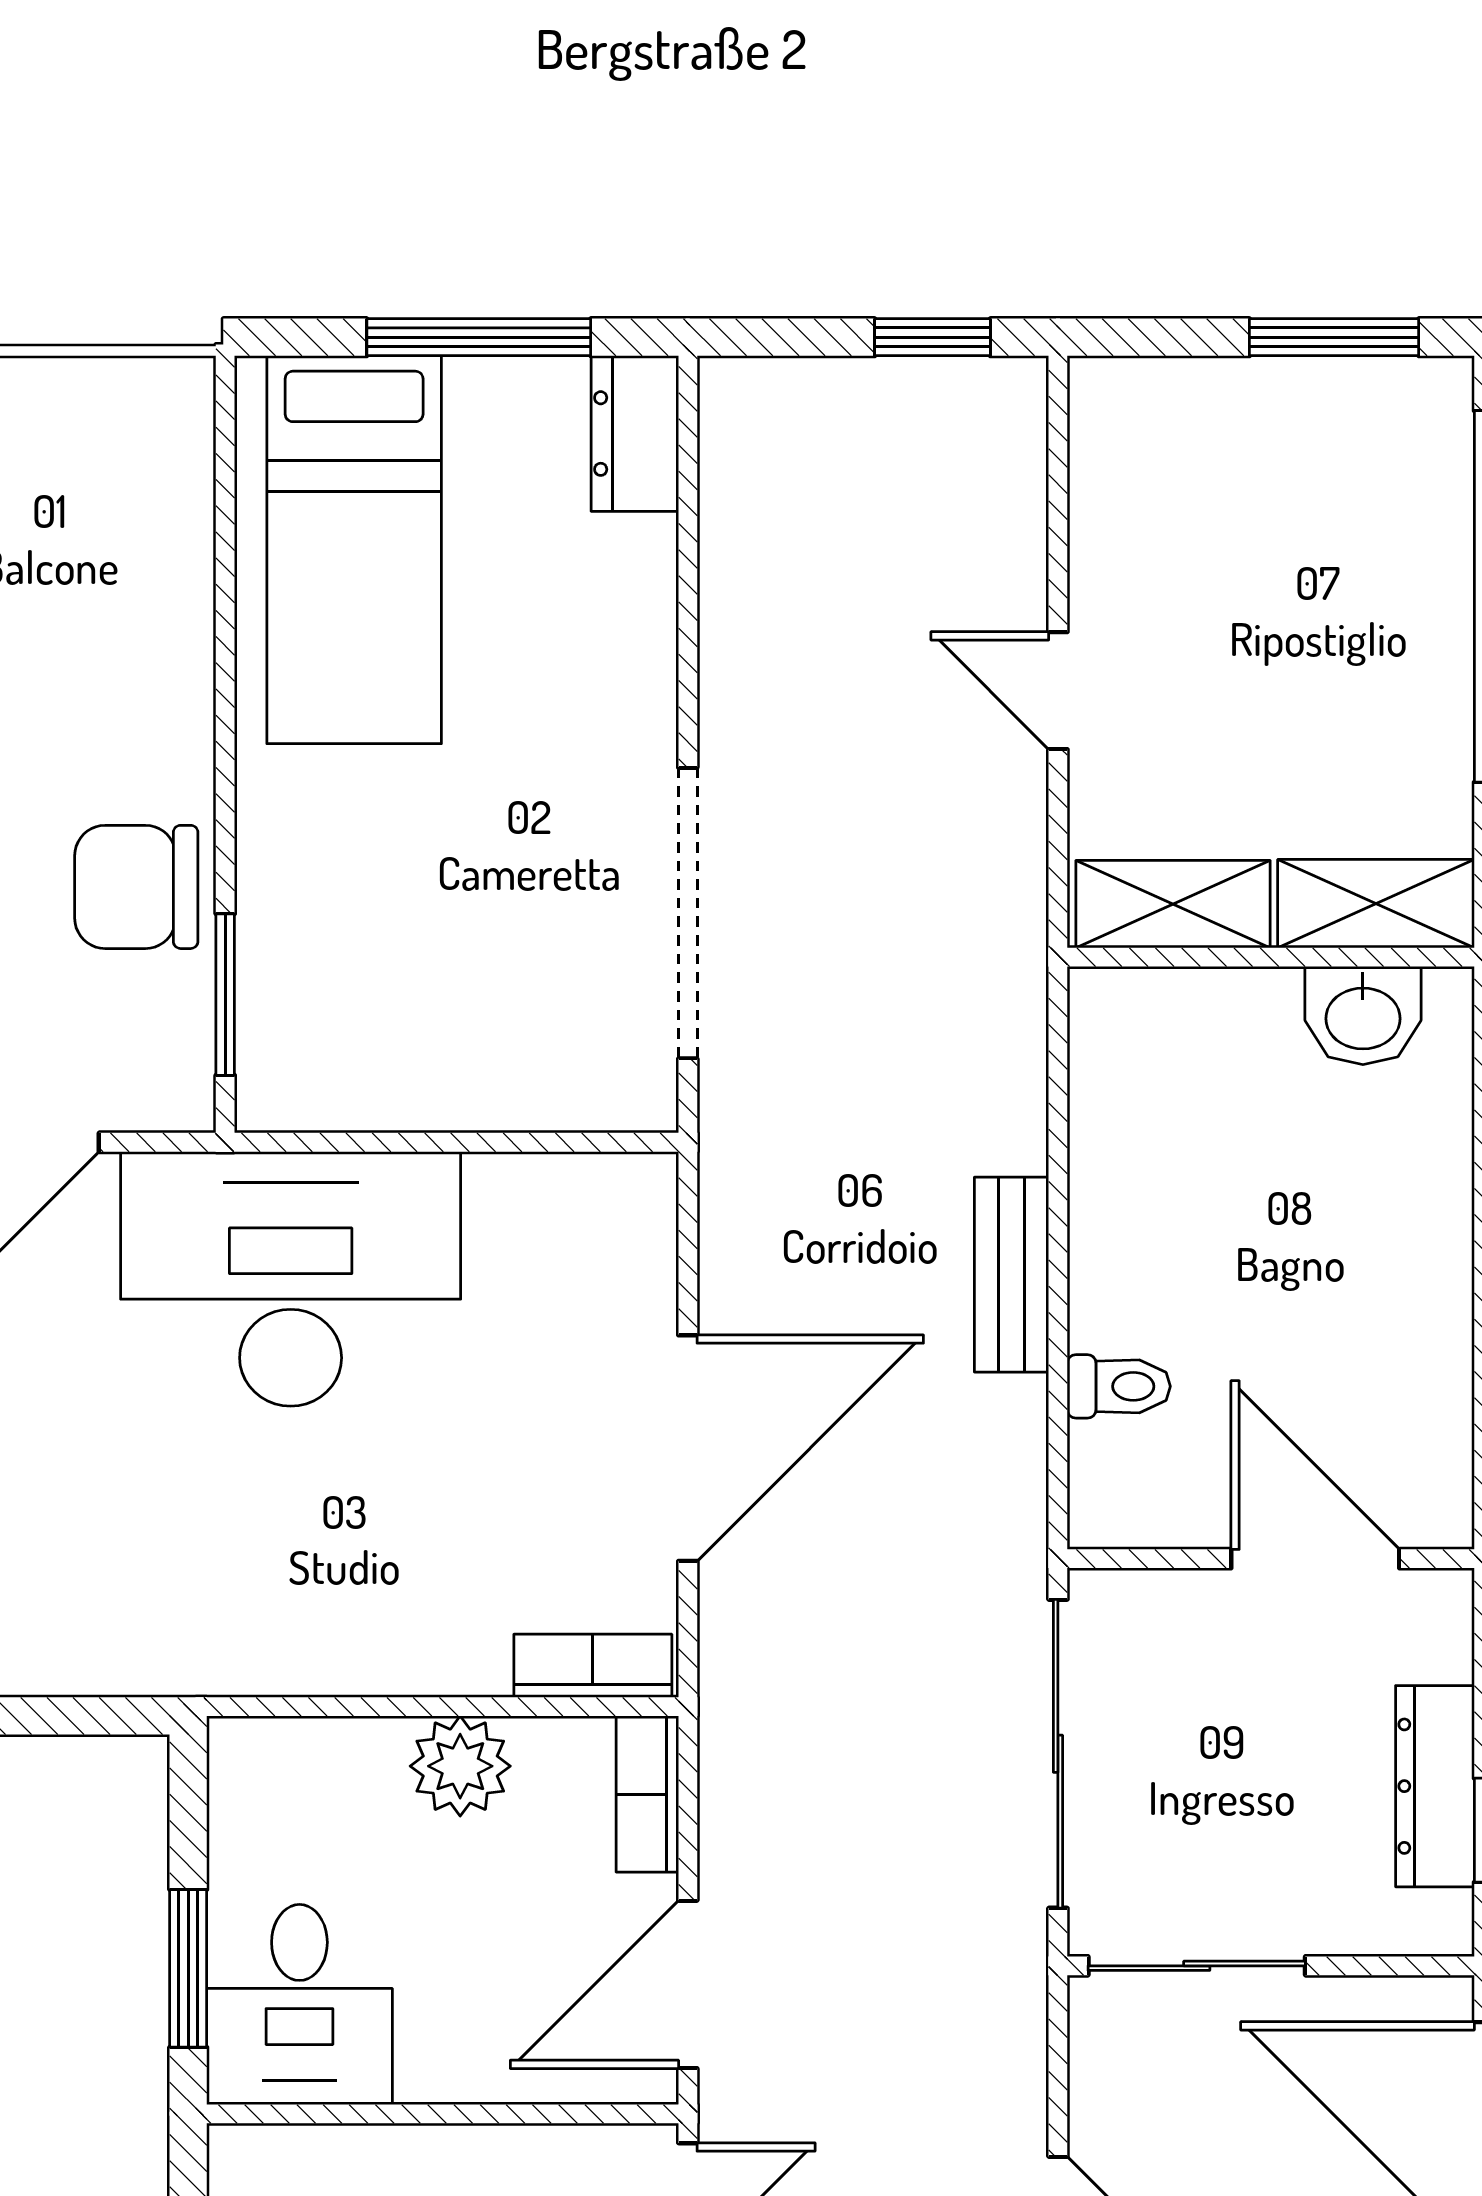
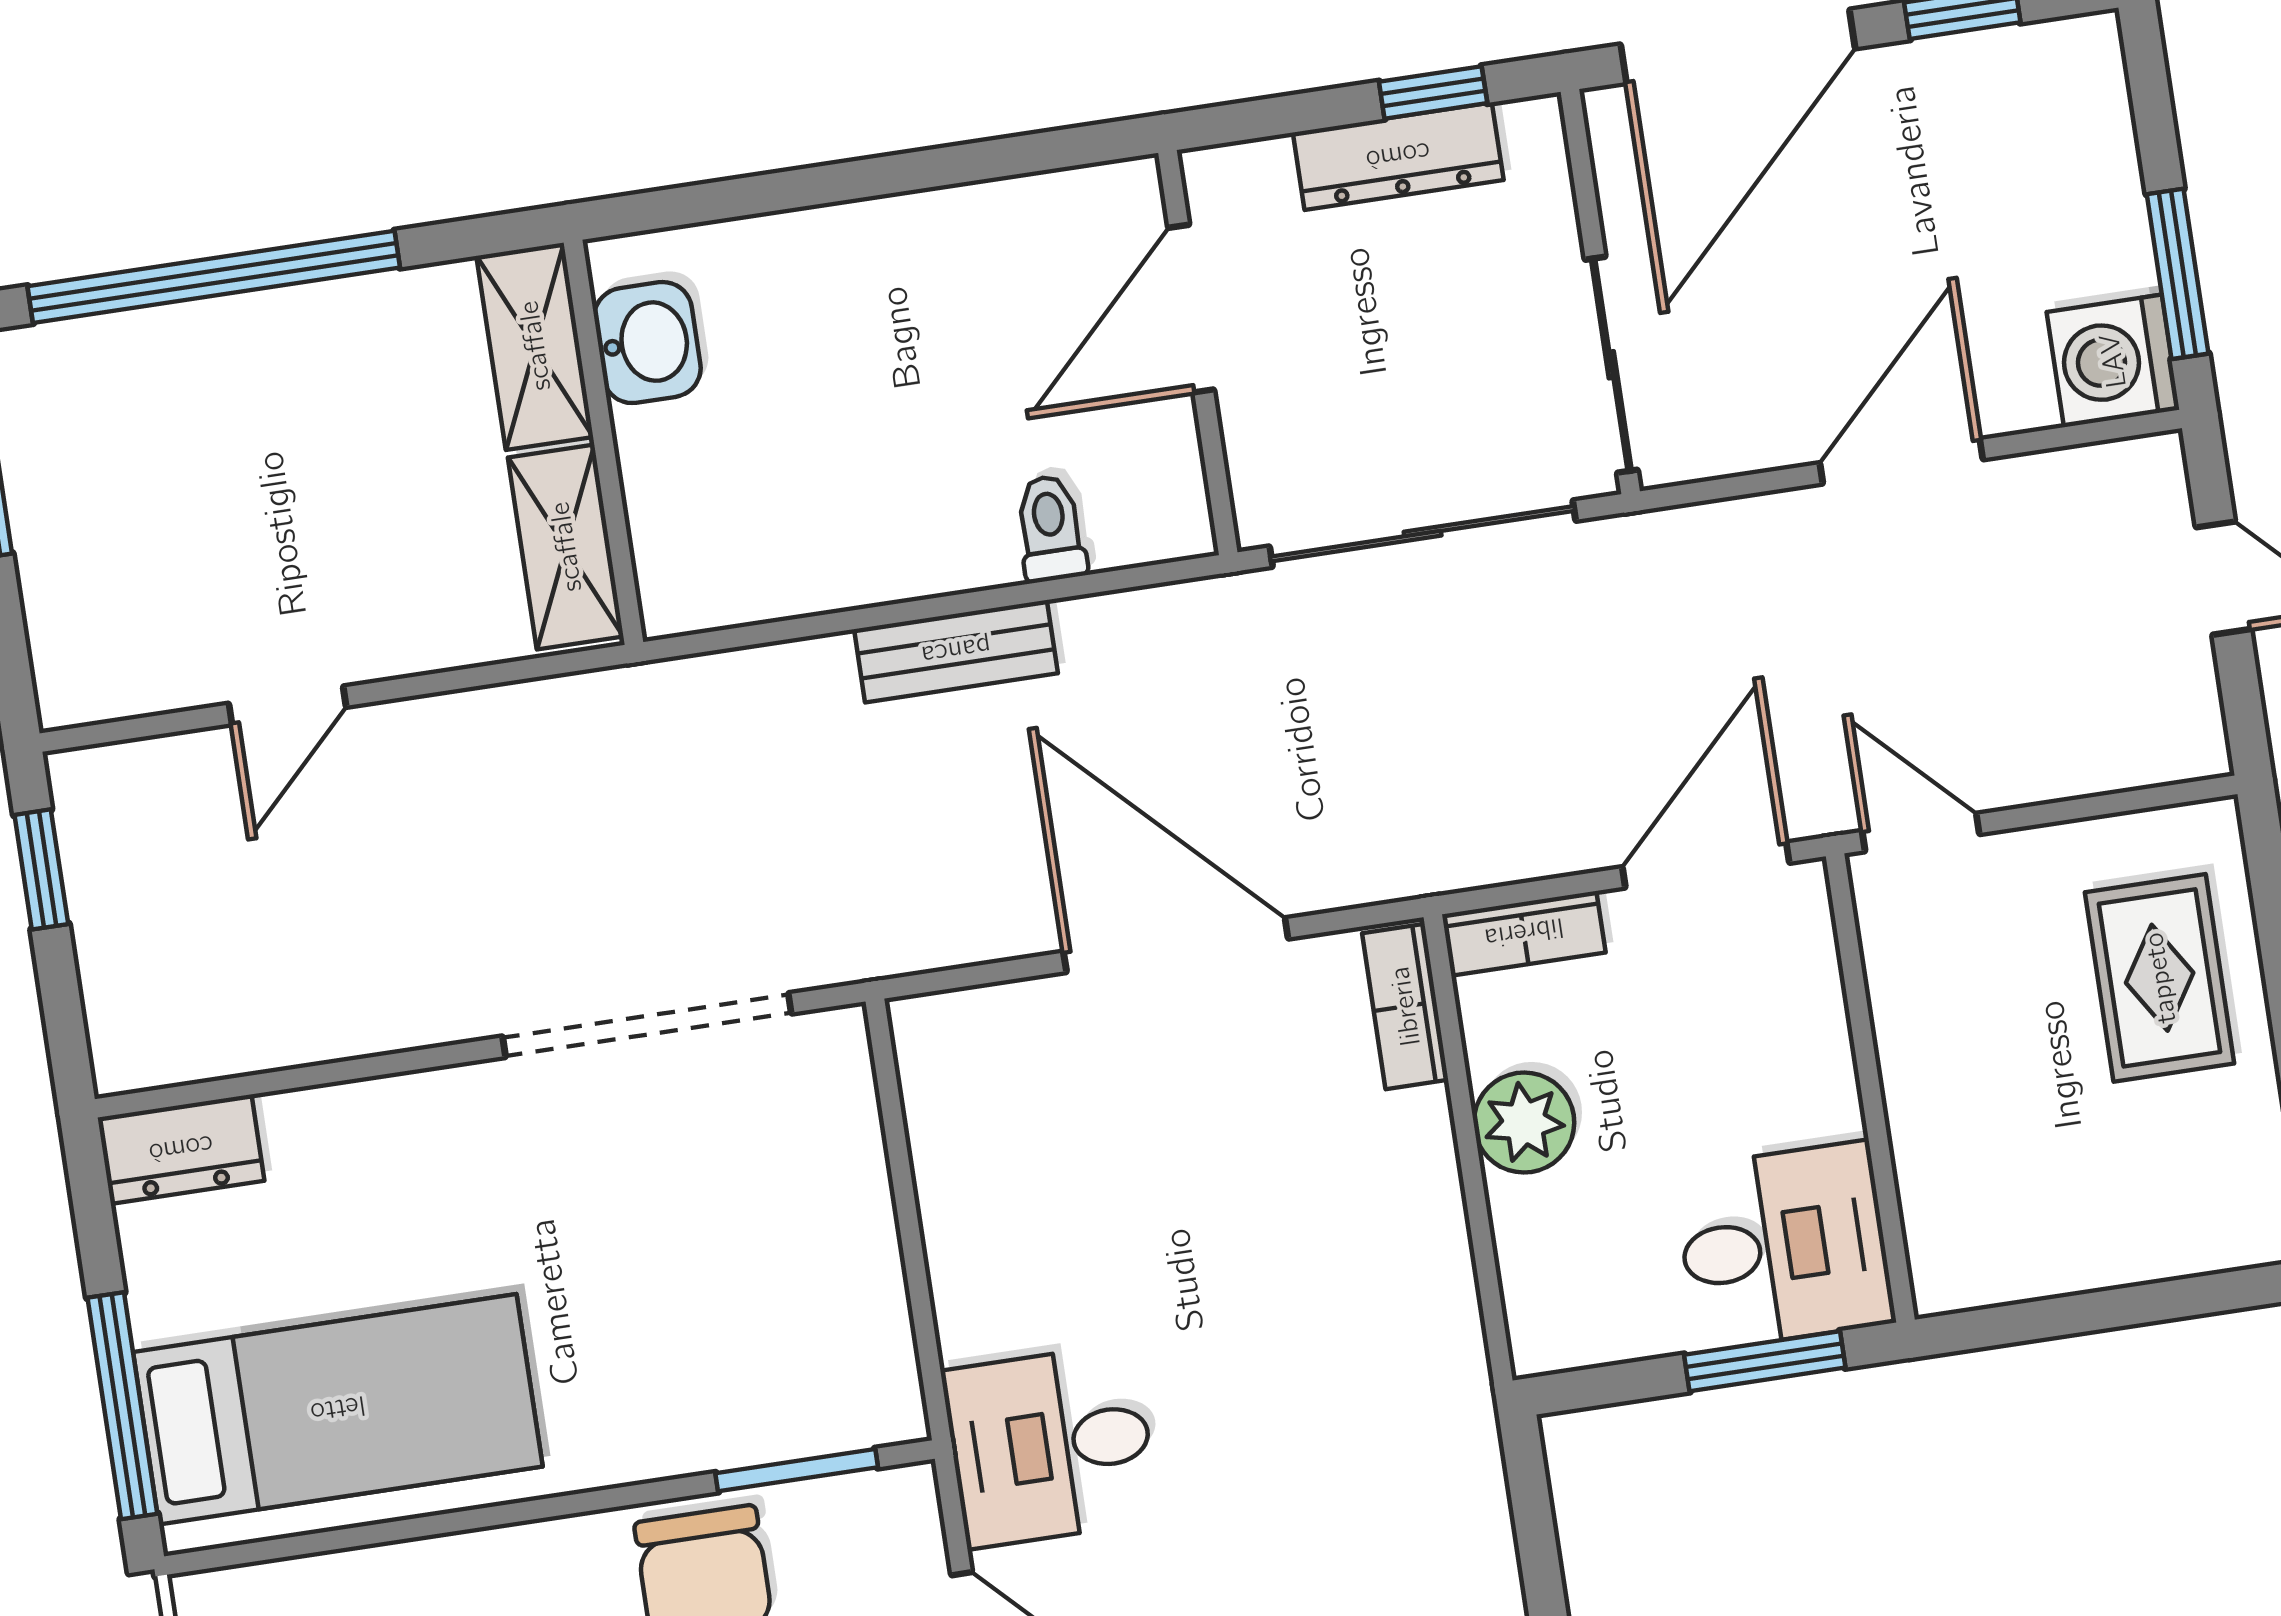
window: (479, 337) -> (122, 1406), moved
door: (1058, 691) -> (287, 705), moved
desk: (291, 1279) -> (1051, 1446), width x0.53, depth x0.77
door: (688, 1984) -> (1706, 865), swing flipped

